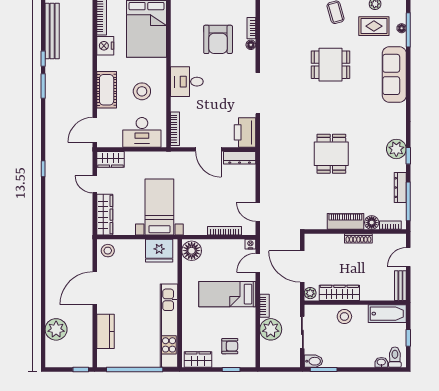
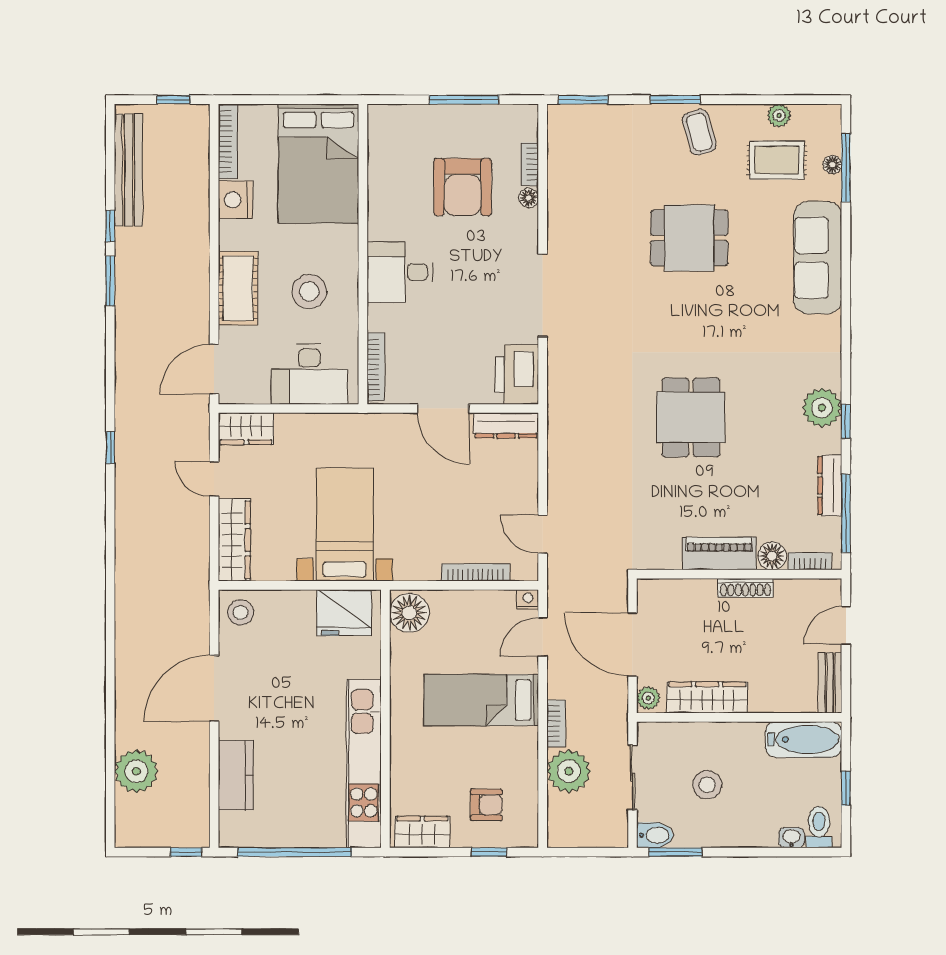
stool: (344, 317) -> (707, 785), moved

